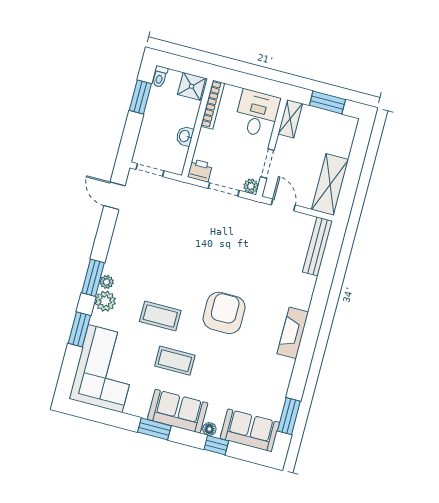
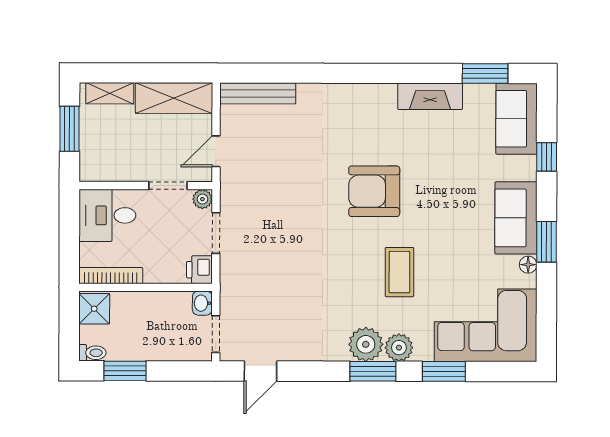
shelving: (290, 119) -> (110, 93), moved
washbasin: (185, 136) -> (202, 303), moved, turned 90
plant: (107, 282) -> (366, 344), width x1.88, depth x1.88
fireplace: (293, 333) -> (430, 96), moved
coffee table: (175, 361) -> (452, 238), removed
floor lamp: (209, 429) -> (528, 265), moved

